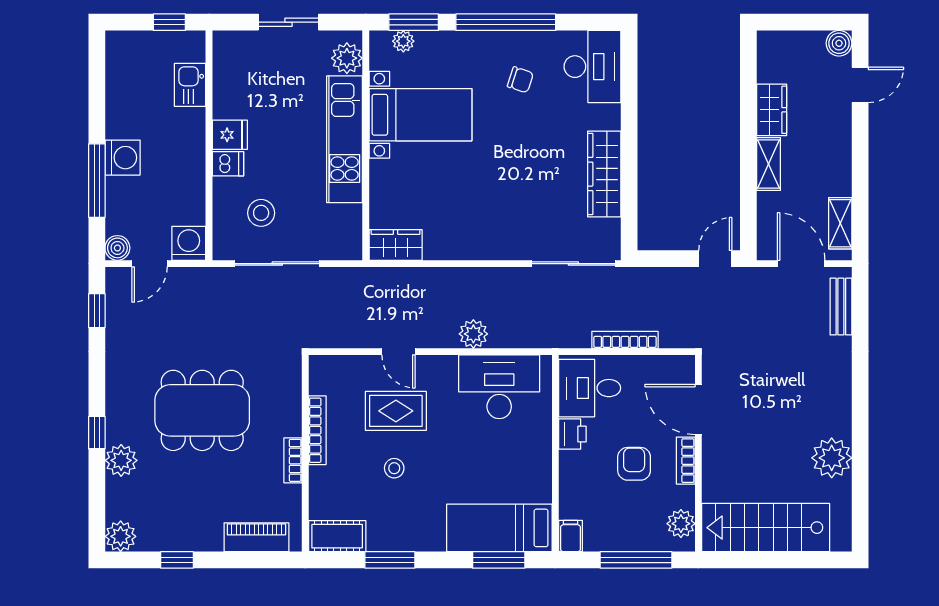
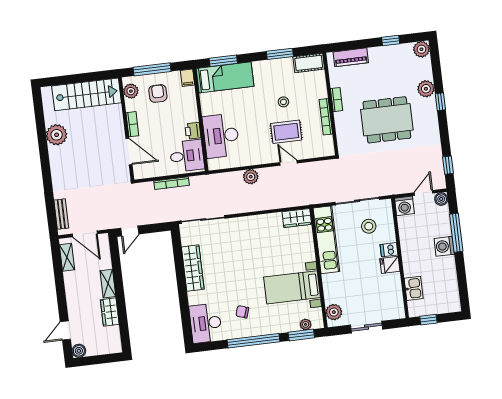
kitchen unit: (345, 139) -> (326, 240), moved
desk: (499, 387) -> (221, 136), moved, turned 90
armchair: (634, 464) -> (158, 93), moved, turned 180

